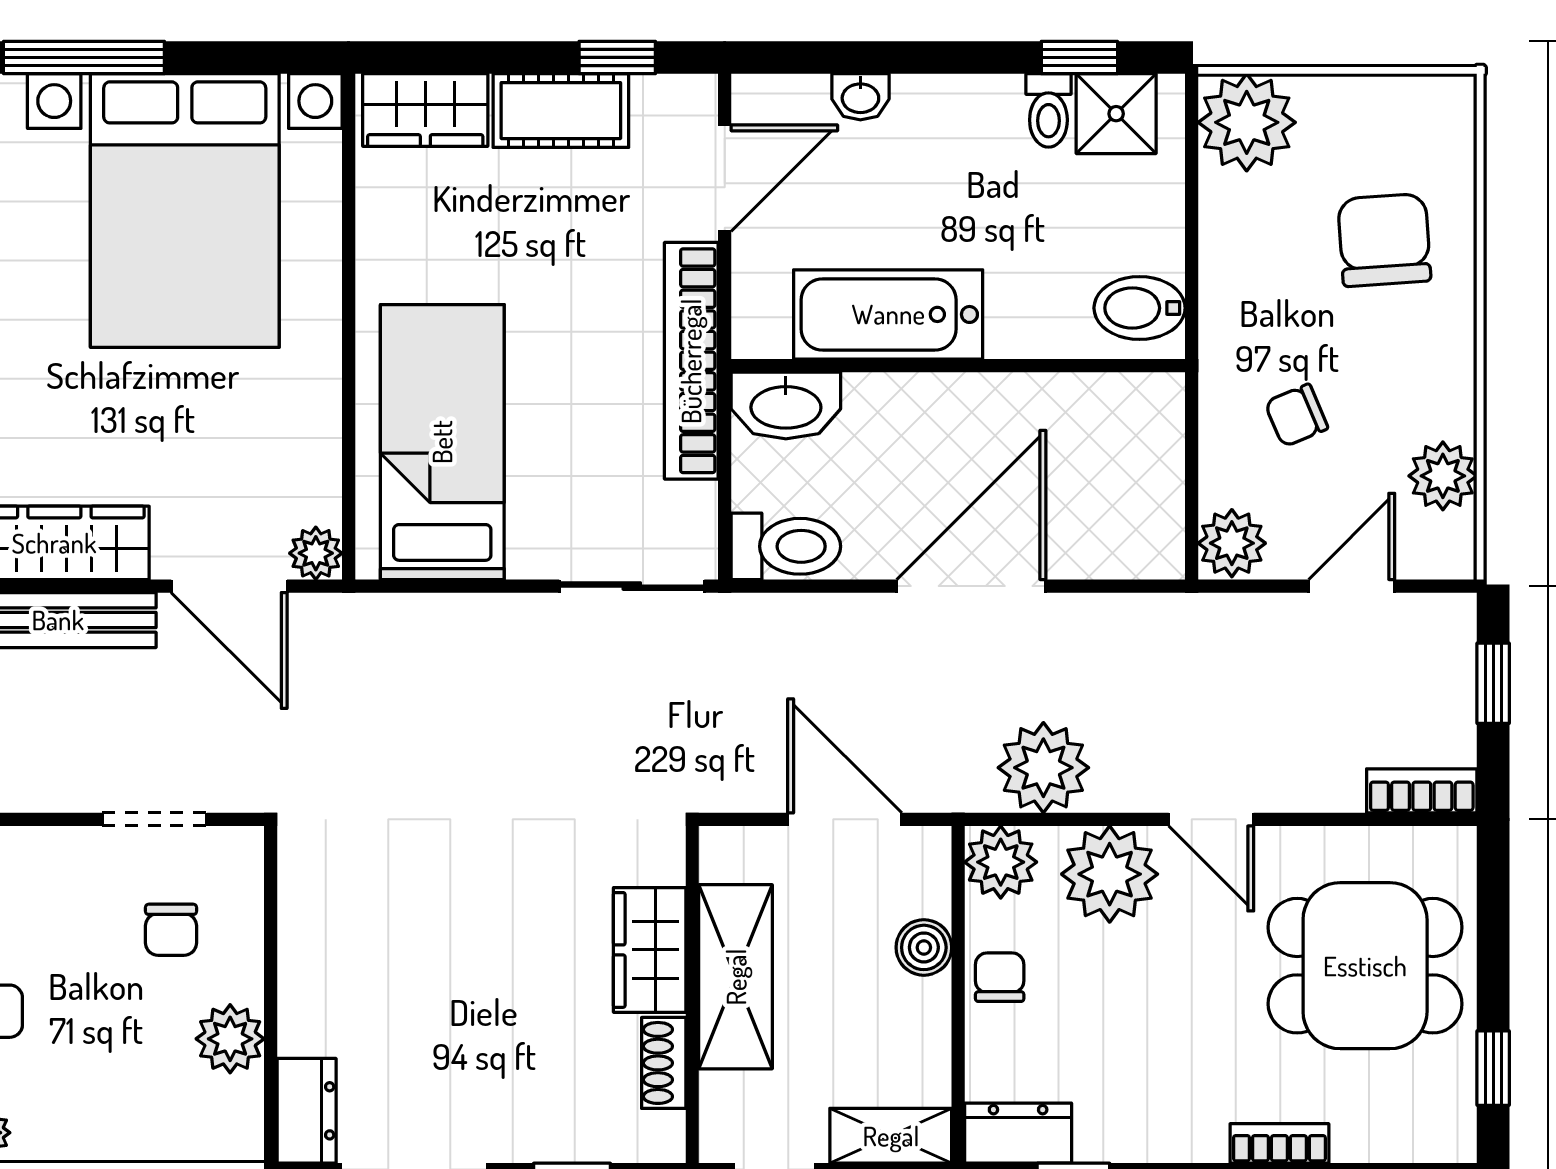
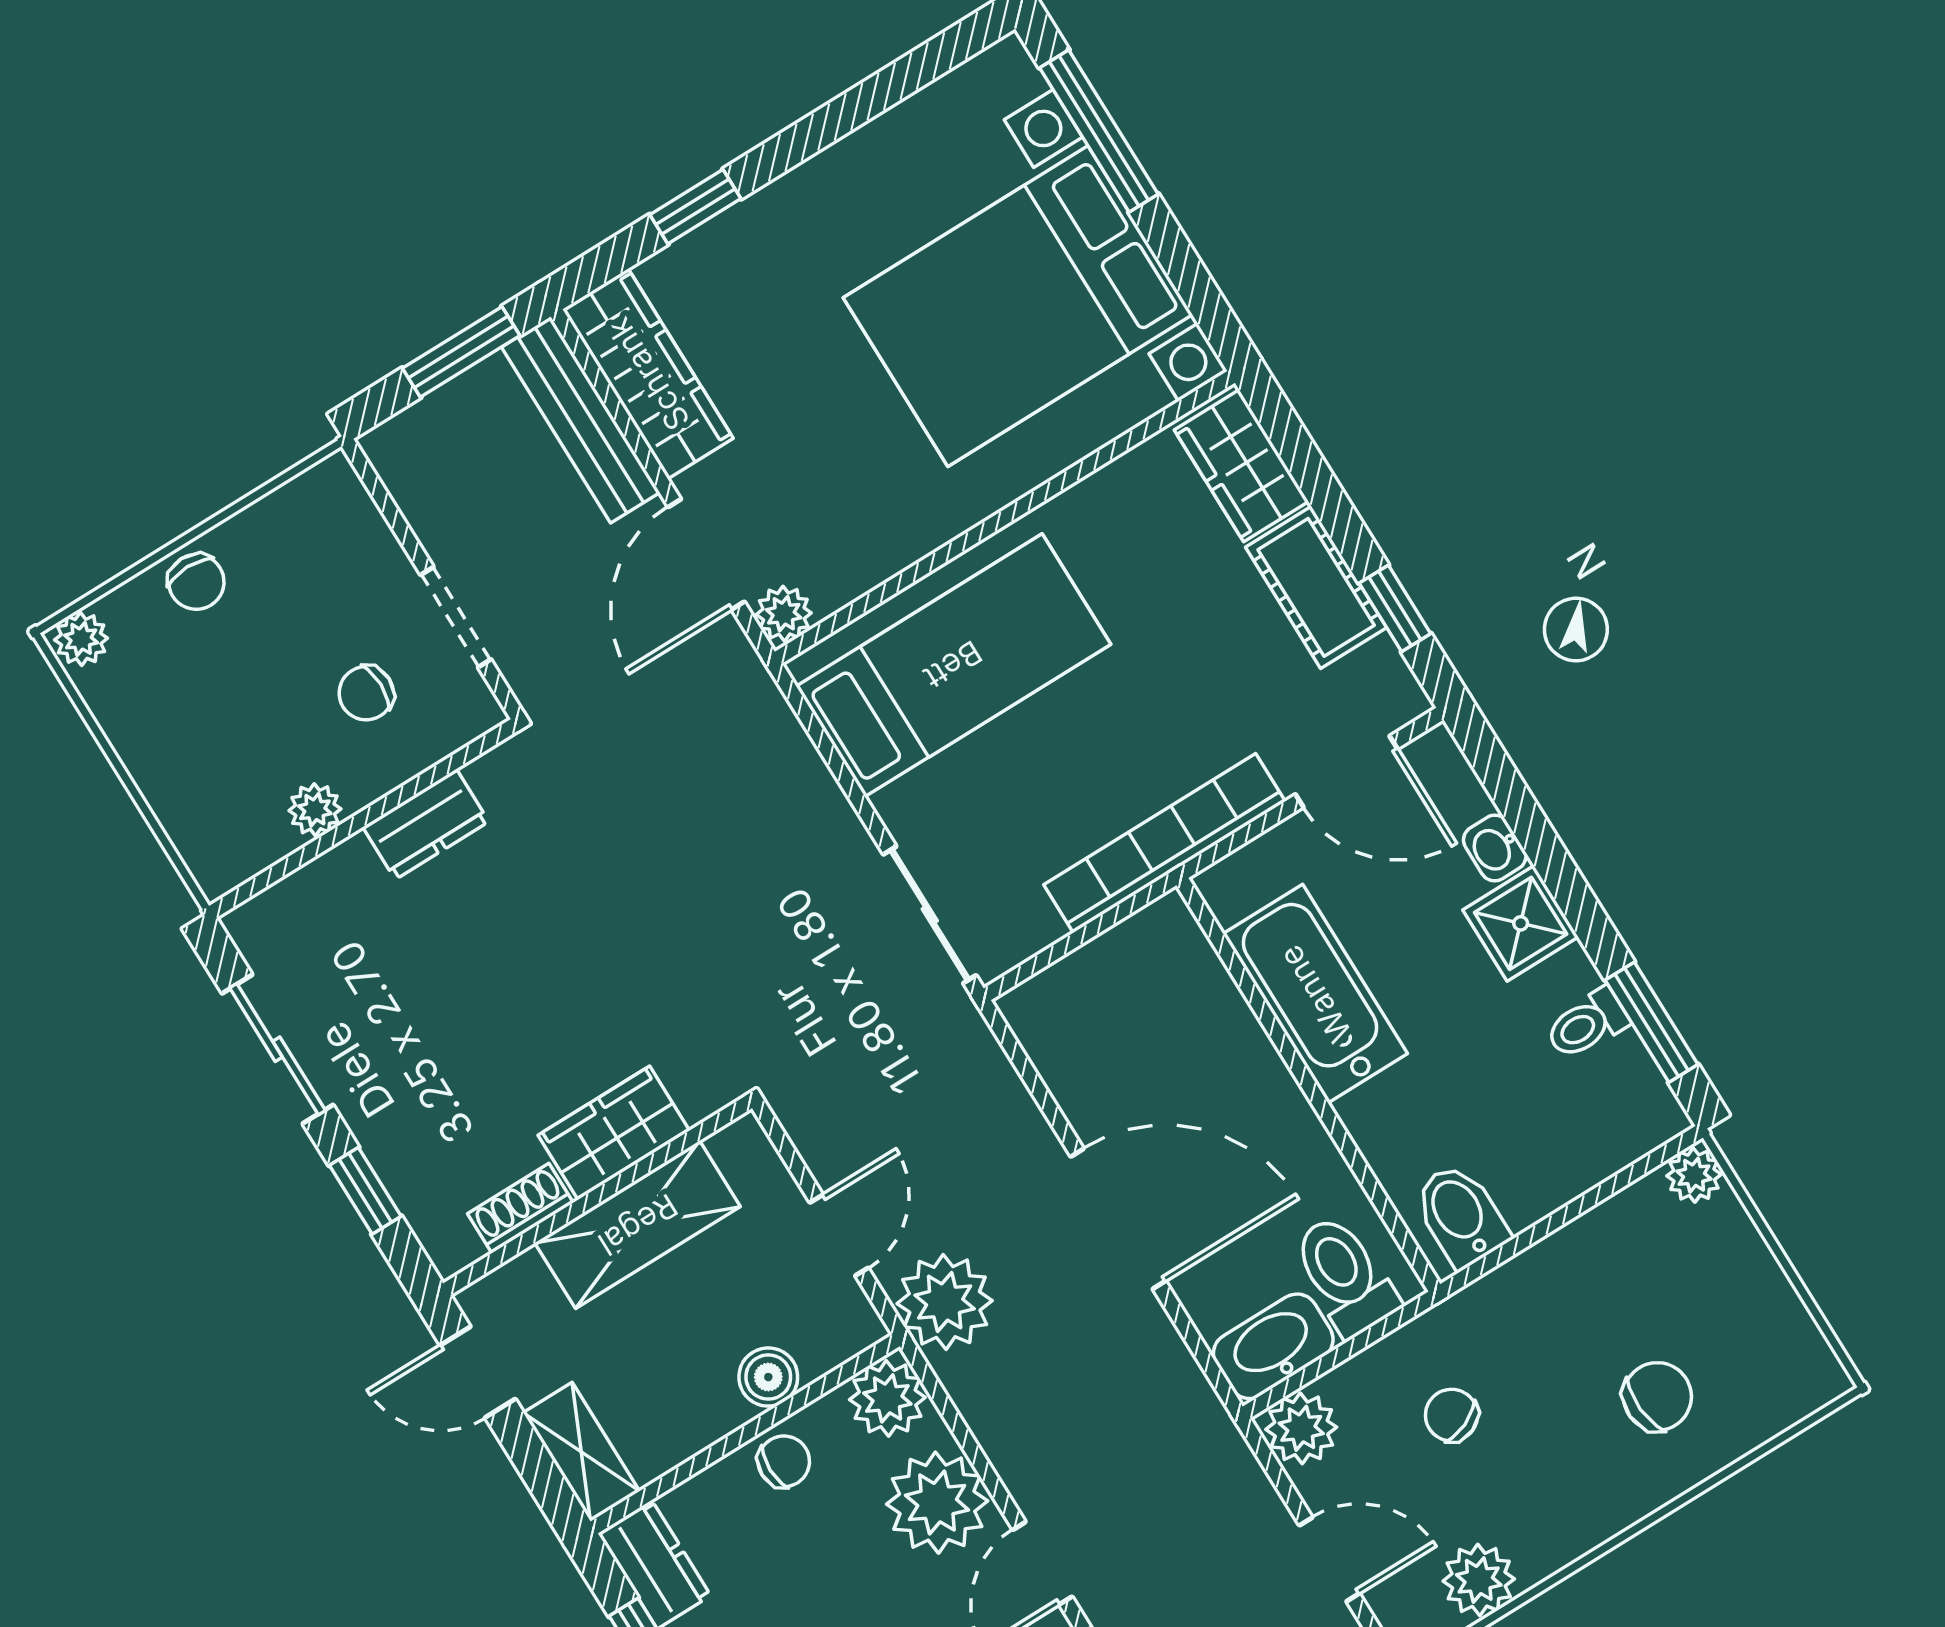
window: (1079, 57) -> (1652, 1022), width x1.50
shower: (1116, 114) -> (1521, 923), moved
plant: (1247, 122) -> (1694, 1175), width x0.53, depth x0.53
chair: (1384, 240) -> (1657, 1396), width x0.73, depth x0.73
washbasin: (786, 405) -> (1273, 1346), moved, turned 90
toilet: (786, 546) -> (1345, 1276), moved, turned 180
plant: (1043, 768) -> (945, 1302), moved
door: (845, 819) -> (839, 1235), width x0.73
plant: (230, 1039) -> (315, 810), width x0.73, depth x0.73
dresser: (307, 1111) -> (426, 824), moved

